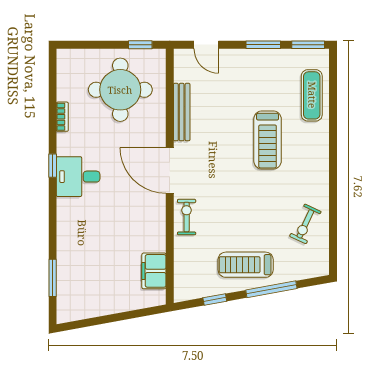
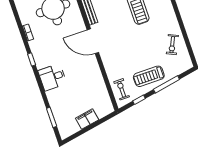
desk: (78, 177) -> (52, 77), moved
exercise bike: (187, 217) -> (122, 89), moved
filing cabinet: (154, 271) -> (87, 119), moved, turned 80

